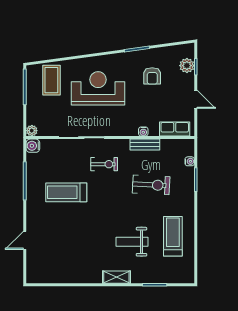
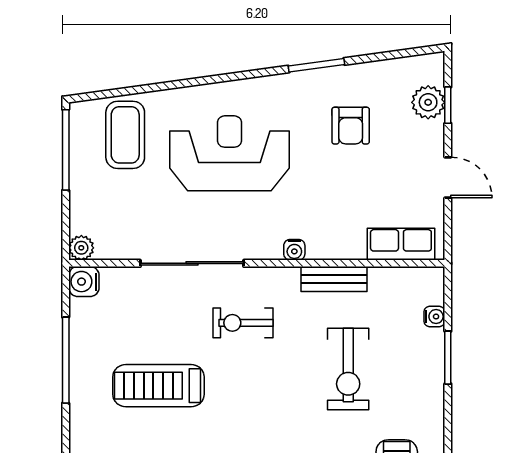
water cooler: (143, 132) -> (294, 250), moved
exercise bike: (104, 164) -> (243, 323), turned 180
exercise bike: (151, 185) -> (348, 369), turned 87

